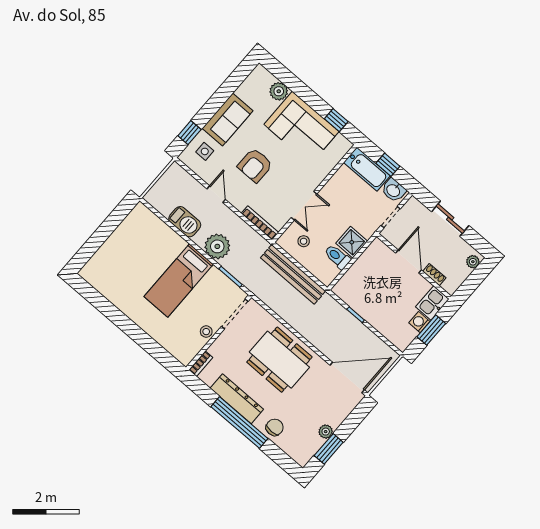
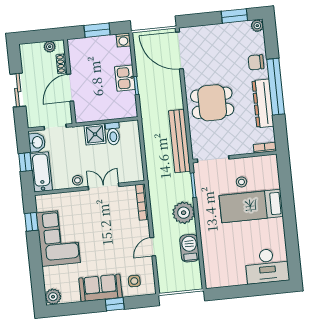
plant: (279, 91) -> (53, 297), moved
window: (189, 133) -> (115, 304), moved
armchair: (255, 165) -> (110, 242), removed
stool: (304, 241) -> (77, 180), moved
plant: (473, 262) -> (50, 47), moved
desk: (107, 268) -> (267, 266), added
bench: (293, 274) -> (180, 141), moved
bed: (179, 280) -> (251, 206), moved, turned 180
kitchen sink: (432, 303) -> (125, 78), moved, turned 90
washing machine: (419, 322) -> (123, 40), moved
stool: (206, 332) -> (241, 182), moved
dining table: (279, 360) -> (212, 103), width x0.73
plant: (326, 432) -> (257, 26), moved

